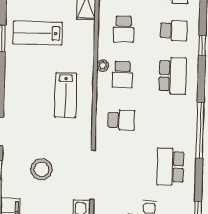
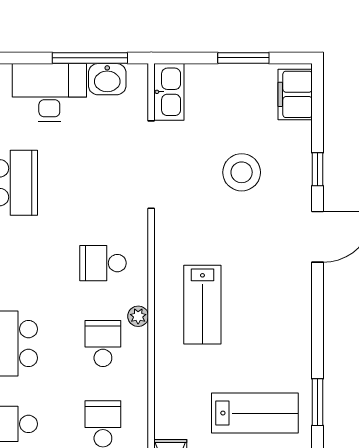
plant: (103, 66) -> (138, 316), moved
lab bench: (66, 95) -> (202, 305), turned 180

